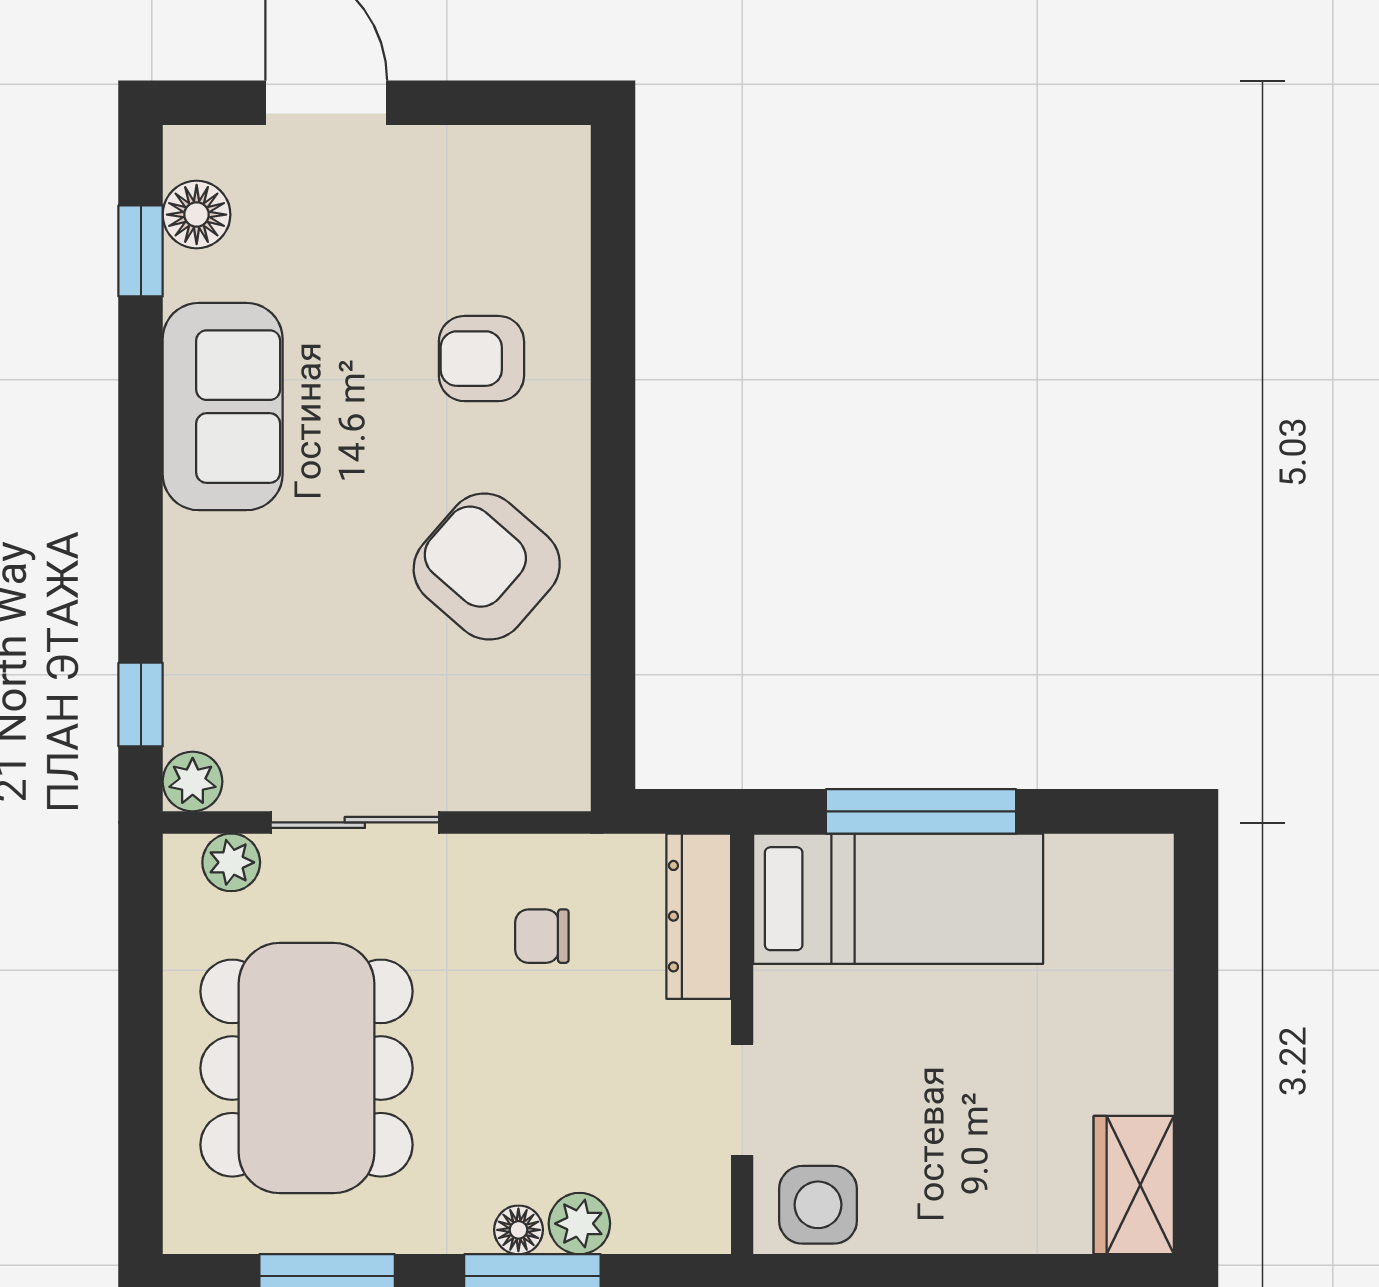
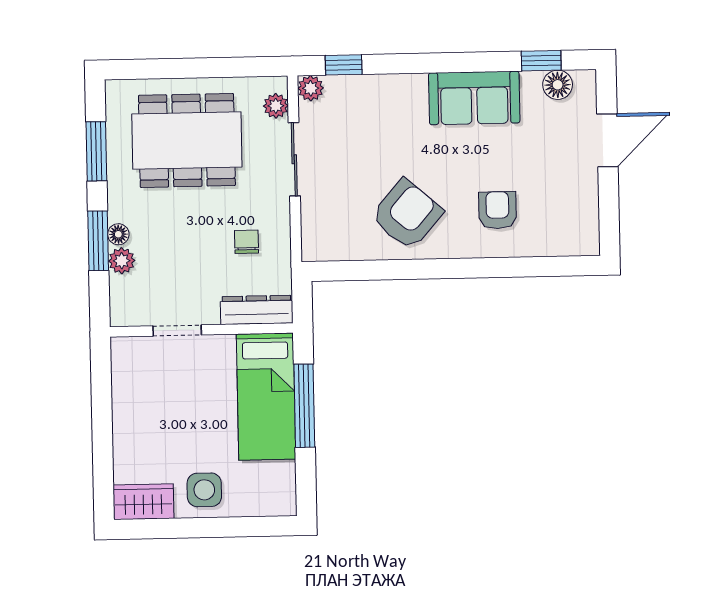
side table: (818, 1205) -> (204, 490), moved

